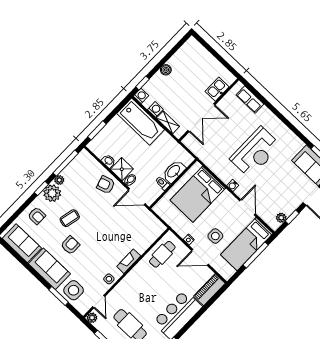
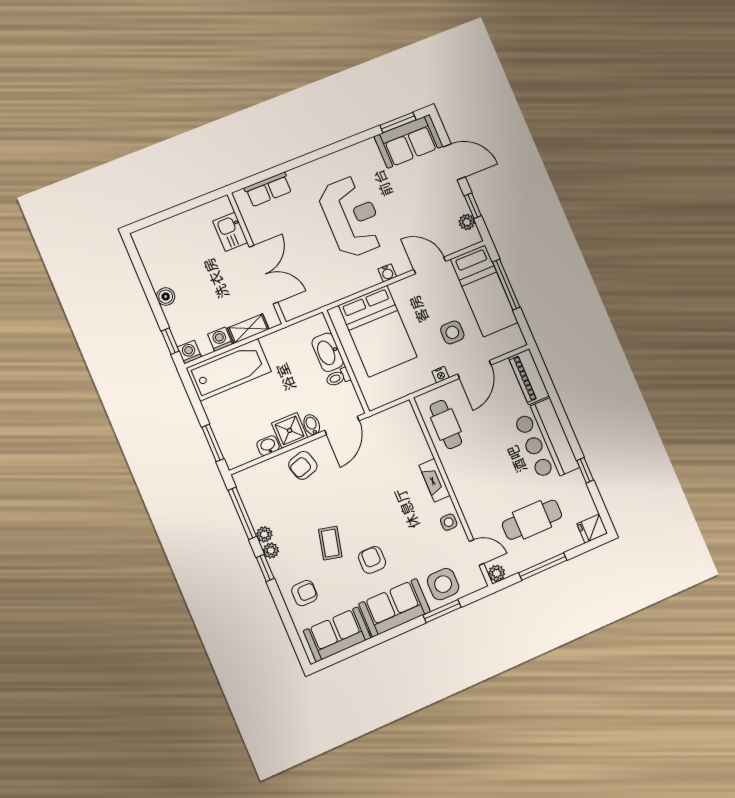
plant: (52, 193) -> (271, 551), width x0.53, depth x0.53

